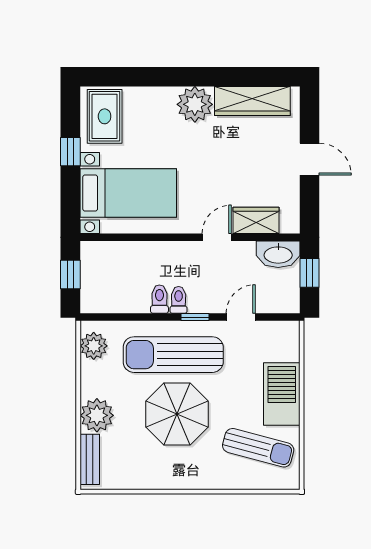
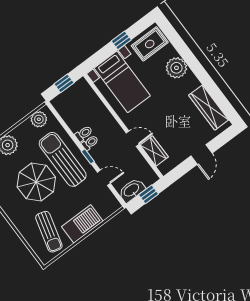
plant: (195, 104) -> (176, 68), moved
washbasin: (278, 254) -> (132, 190), moved, turned 90

